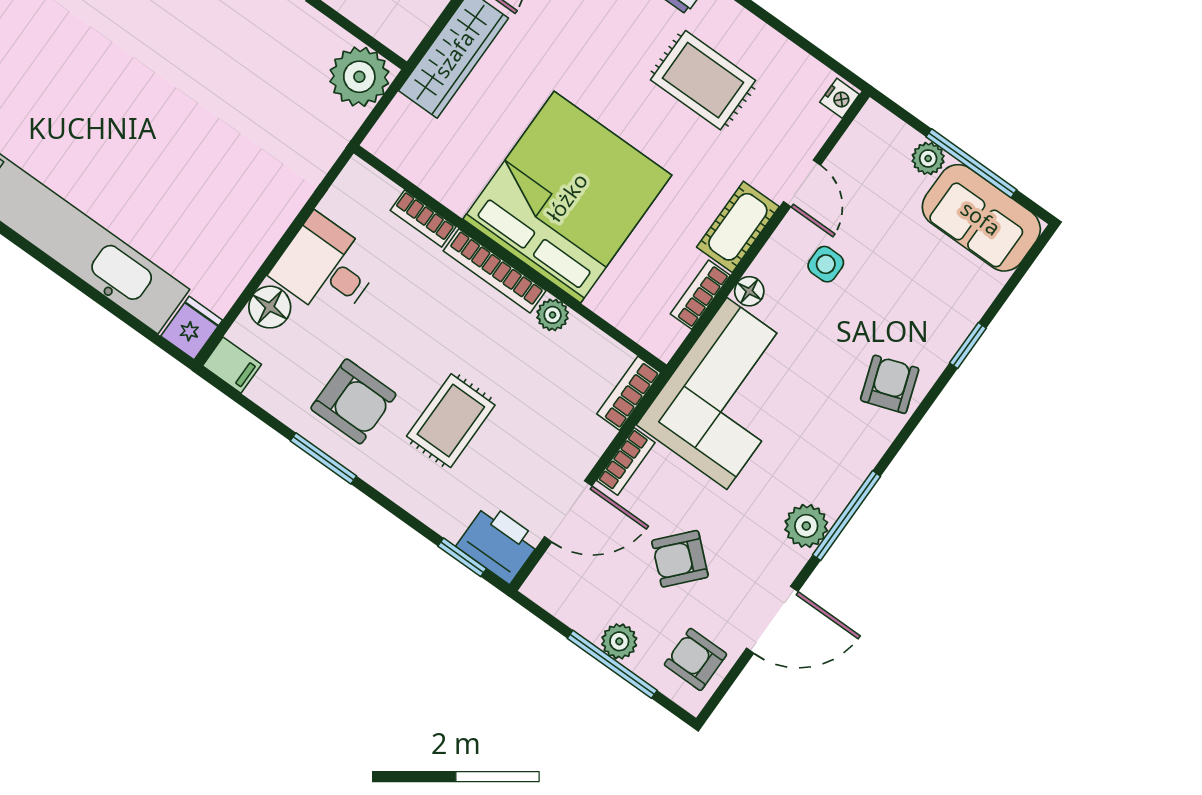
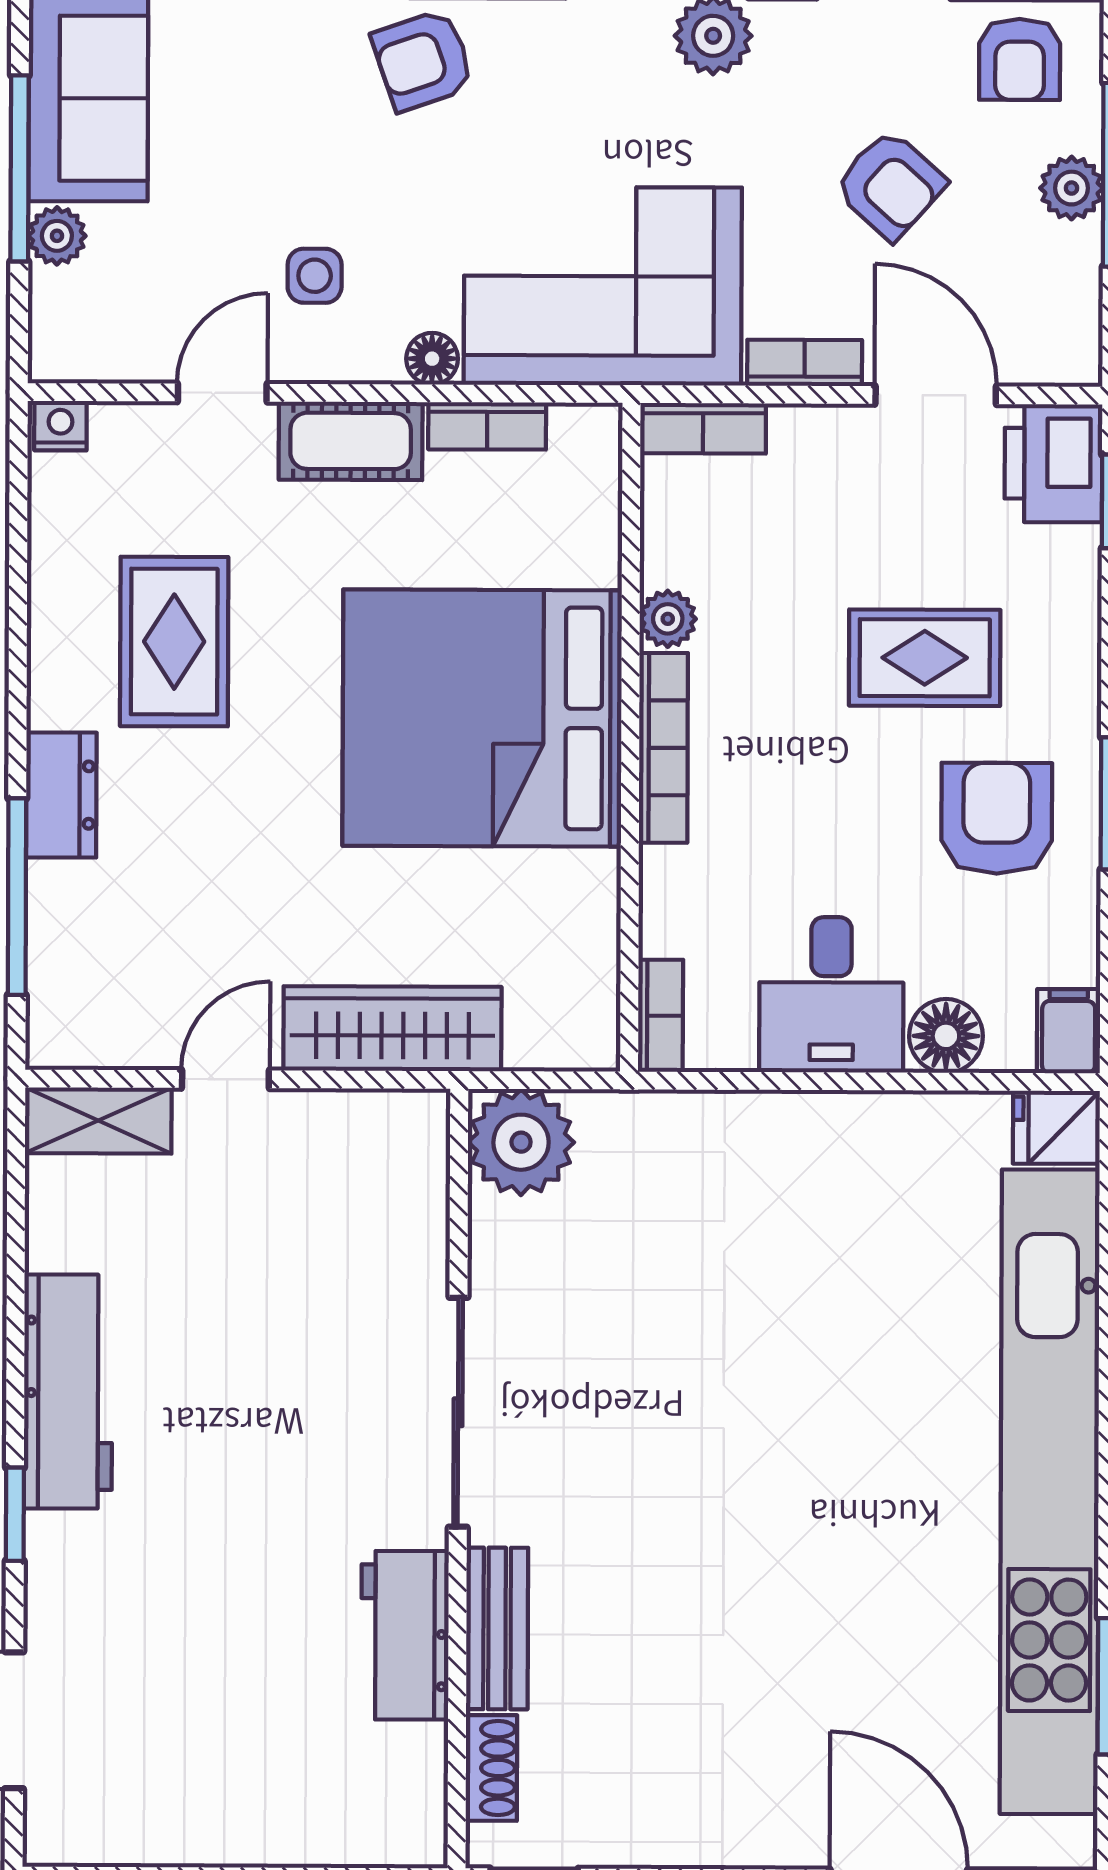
bookcase: (423, 219) -> (661, 1016), moved

